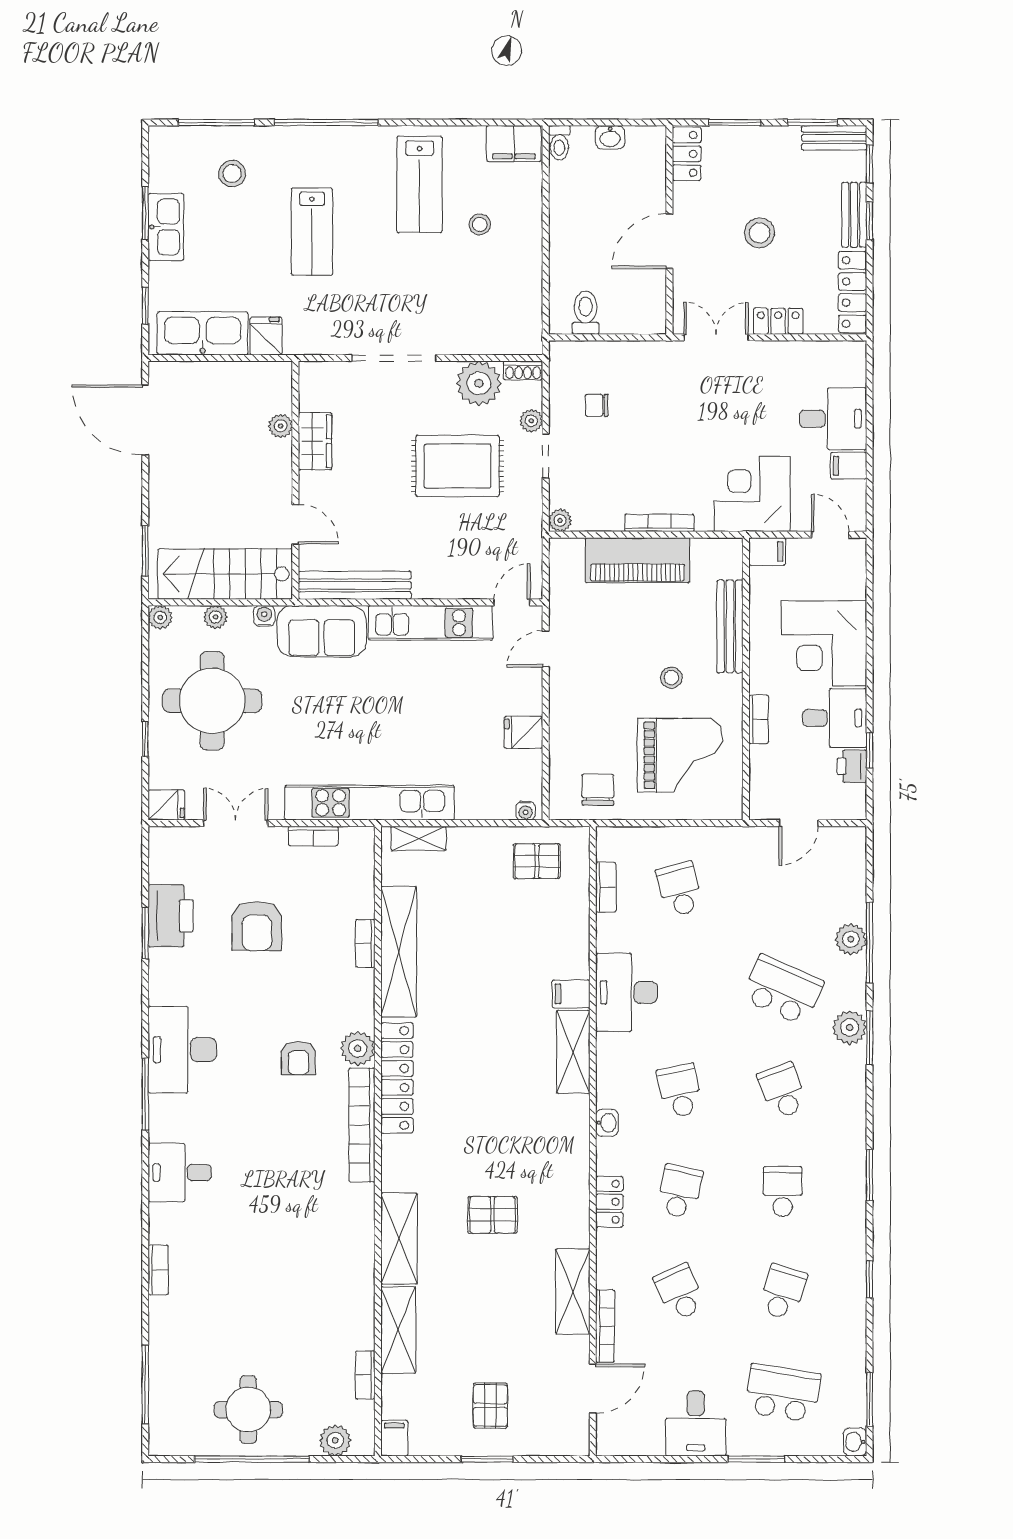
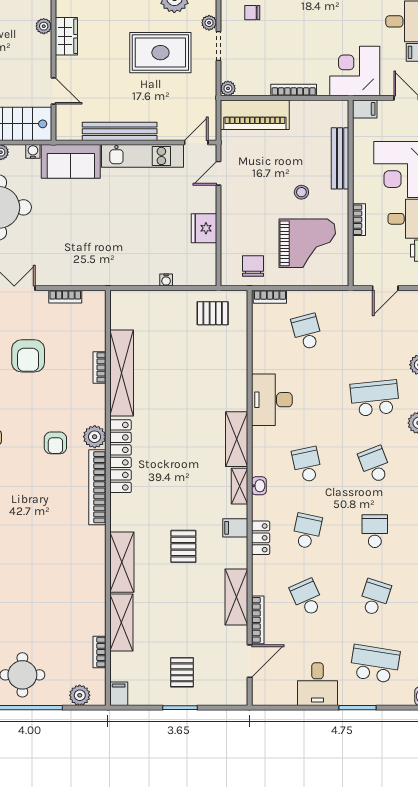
piano: (638, 560) -> (255, 115), moved
bench: (355, 585) -> (120, 131), moved
fridge: (524, 732) -> (204, 228), width x1.38
kitchen unit: (370, 803) -> (102, 275), removed
water cooler: (526, 811) -> (166, 280), moved
shelving: (419, 838) -> (240, 486), moved, turned 90
bookcase: (606, 887) -> (270, 297), moved, turned 90
school desk: (783, 990) -> (375, 398), turned -30
filing cabinet: (571, 994) -> (235, 528), moved
pallet: (492, 1215) -> (183, 546), turned 90

